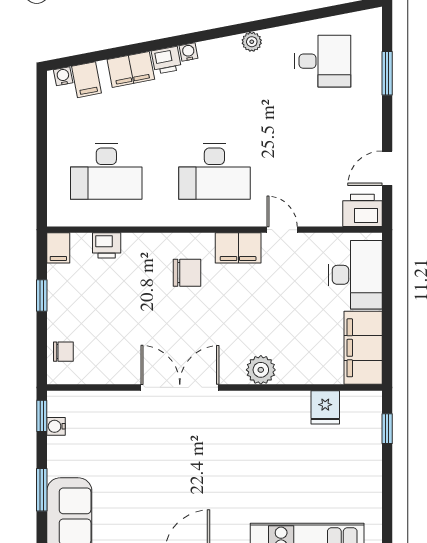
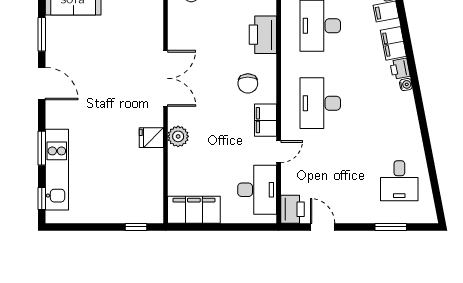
plant: (252, 42) -> (413, 130), removed
printer: (107, 245) -> (263, 35), width x1.87, depth x1.48
desk: (355, 275) -> (257, 190), moved, turned -90
fridge: (325, 407) -> (151, 138), moved

